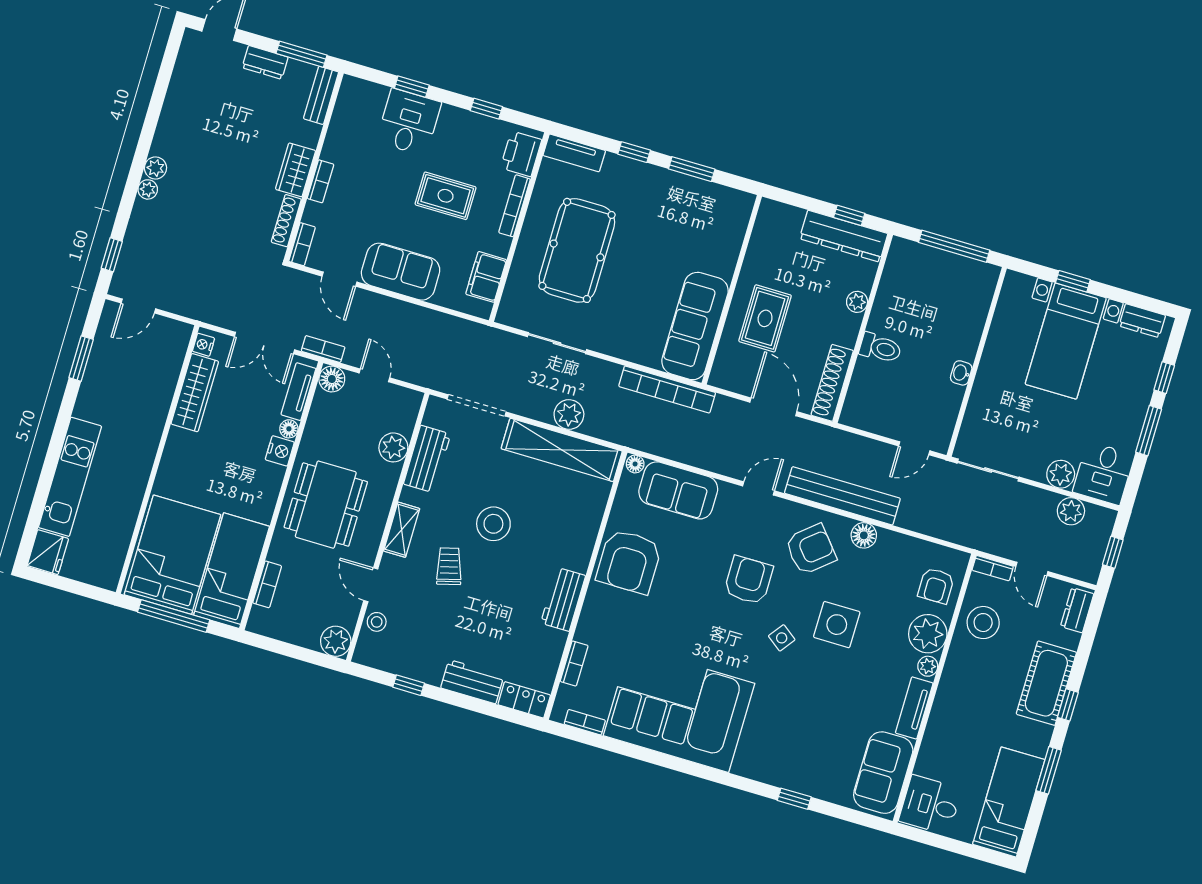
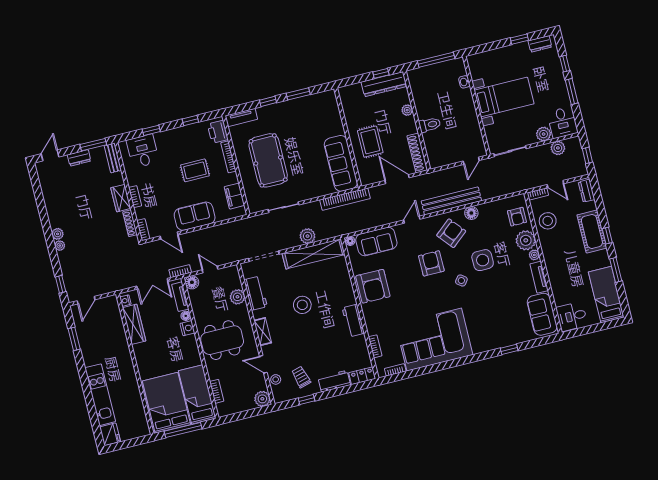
desk: (409, 122) -> (143, 151), moved
window: (1073, 281) -> (519, 39), moved
bed with nightstands: (1066, 341) -> (504, 97), moved, turned -90
washbasin: (961, 373) -> (464, 82), moved
dining table: (326, 505) -> (222, 340), turned 90
trolley: (449, 566) -> (301, 377), moved

